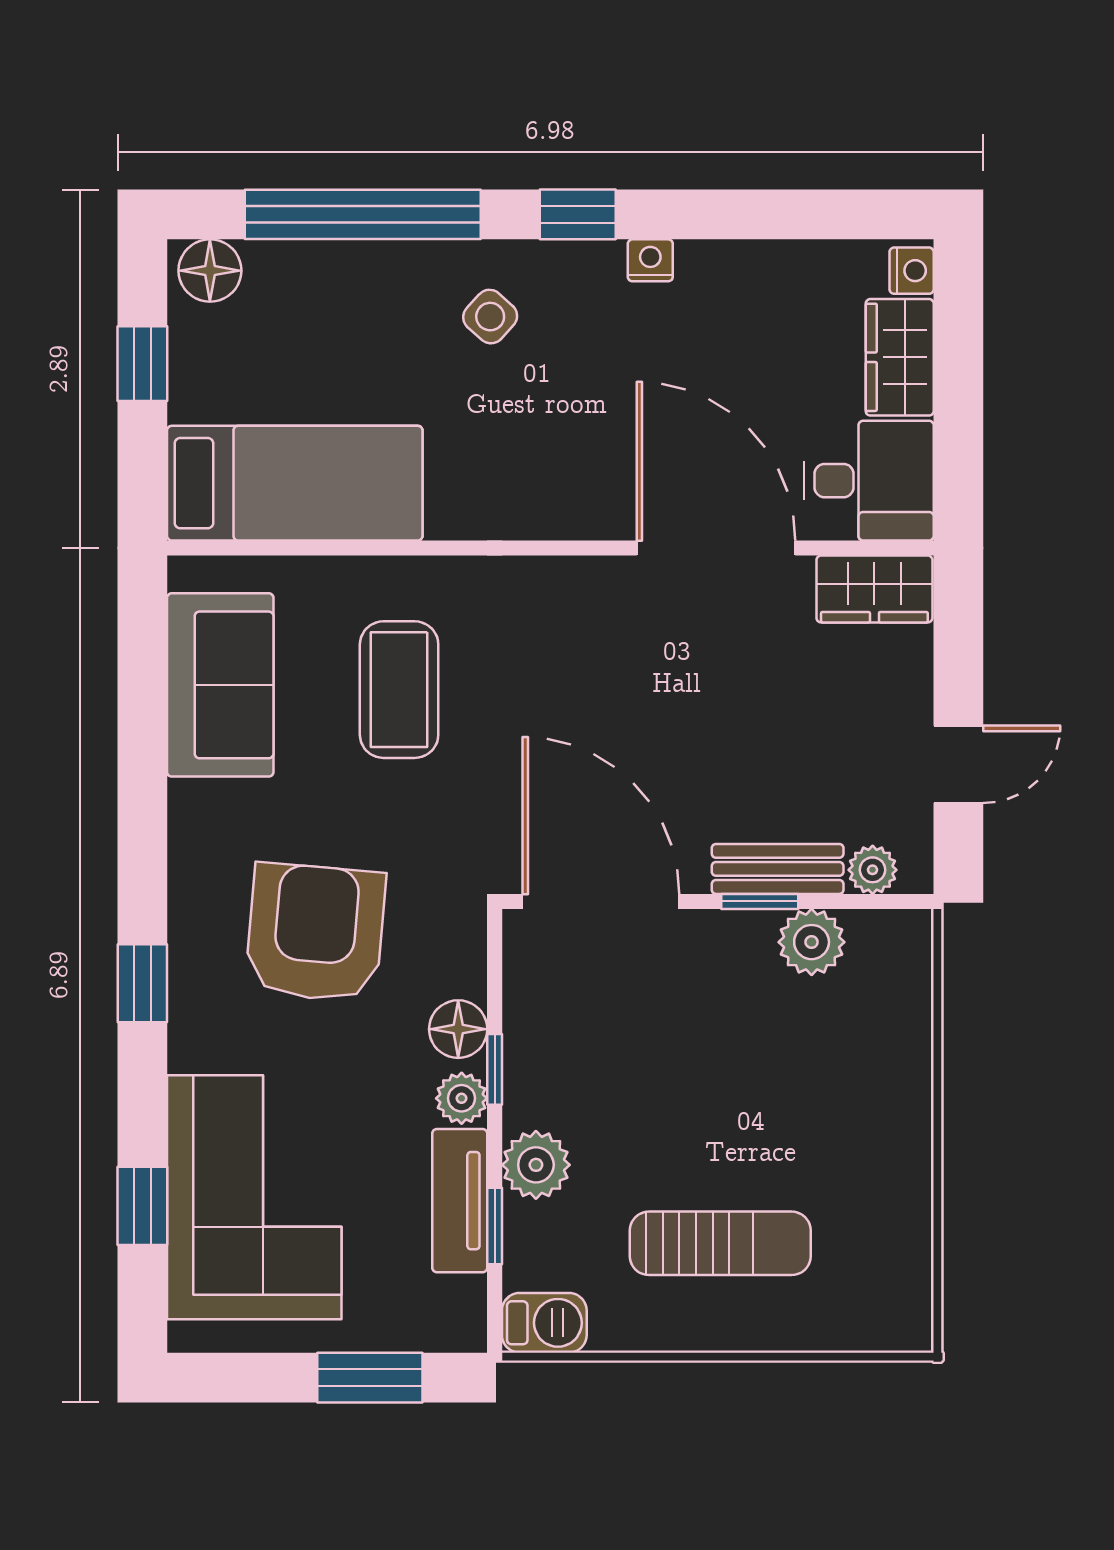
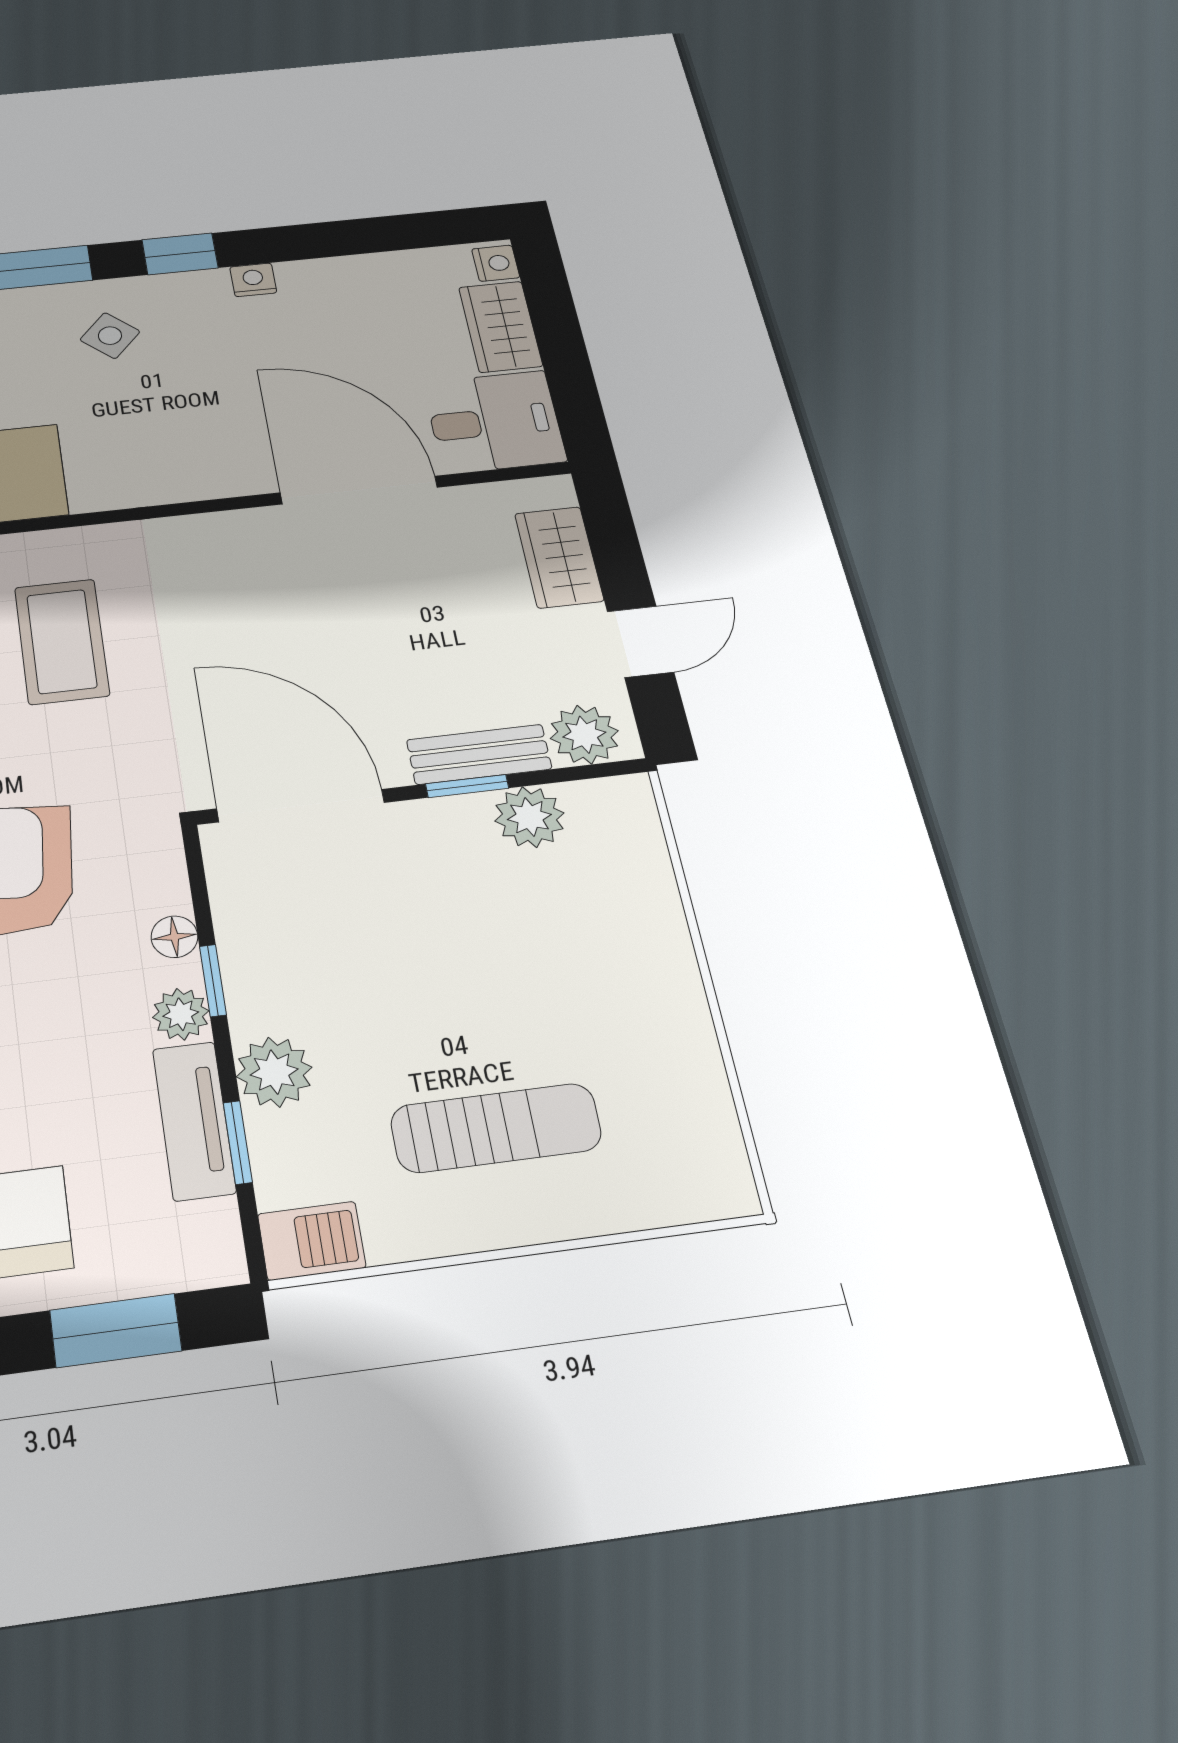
wardrobe: (874, 589) -> (559, 557), moved, turned 90
plant: (873, 870) -> (584, 735), width x1.38, depth x1.38
floor lamp: (458, 1029) -> (174, 937), width x0.73, depth x0.73

